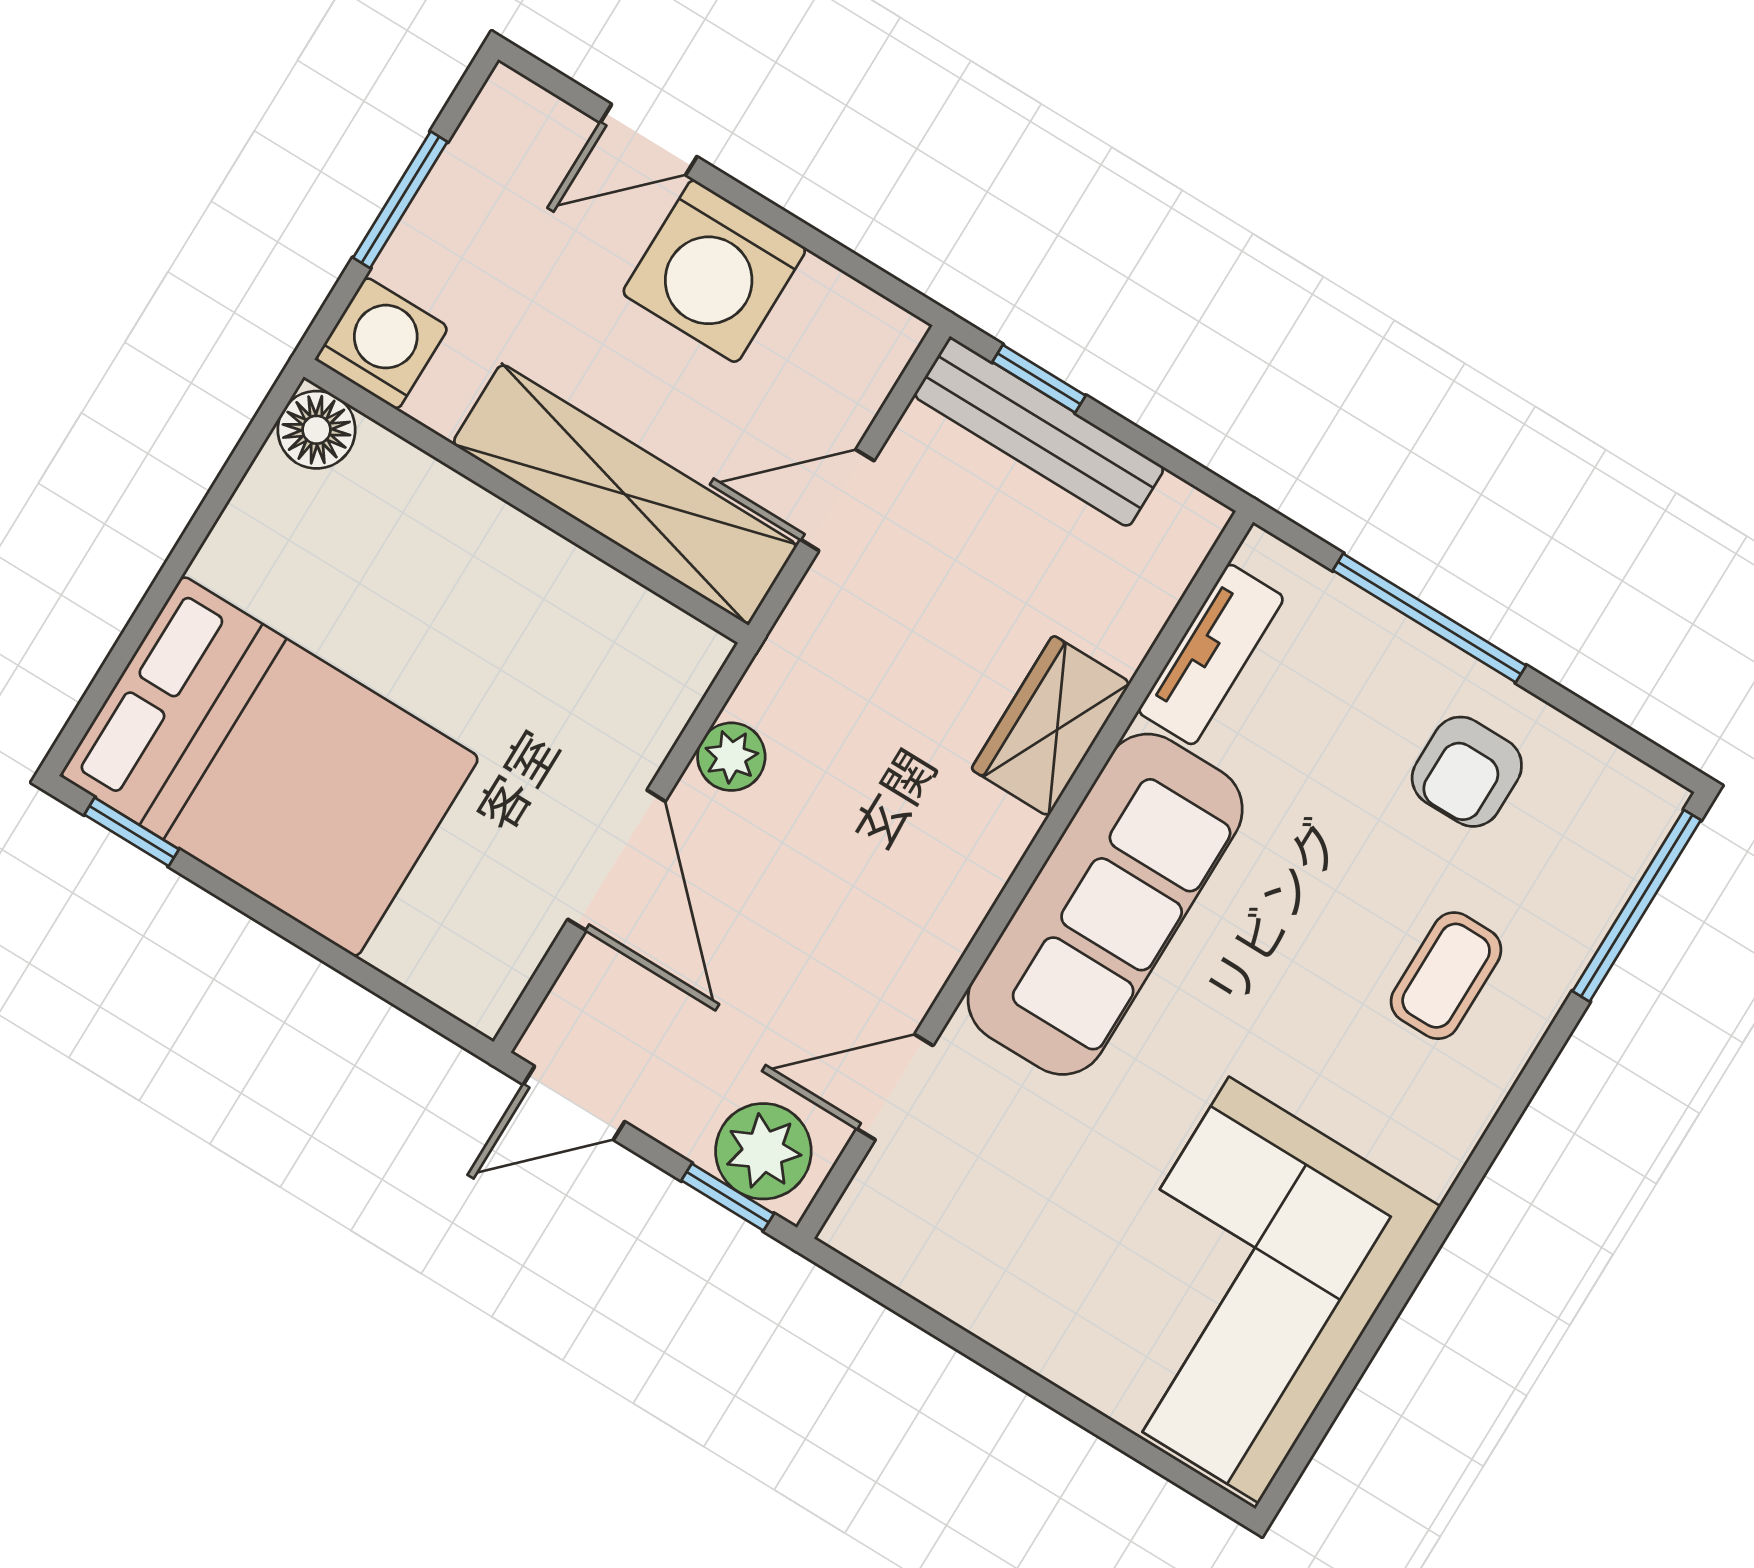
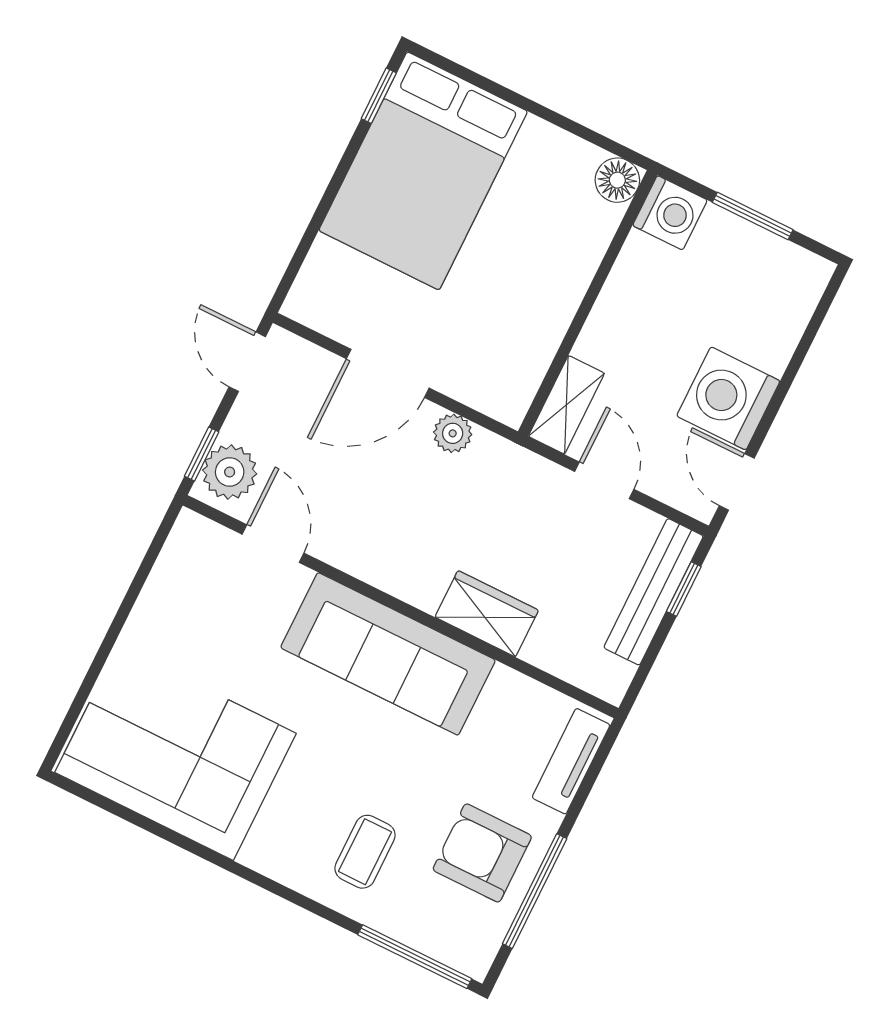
door: (649, 140) -> (737, 482), moved
shelving: (625, 494) -> (566, 405), width x0.45, depth x0.75
window: (1429, 618) -> (535, 891), moved
tv unit: (1211, 654) -> (571, 761), moved, turned 90
armchair: (1467, 772) -> (482, 853), width x1.38, depth x1.38
coffee table: (1446, 976) -> (365, 852), turned 90

